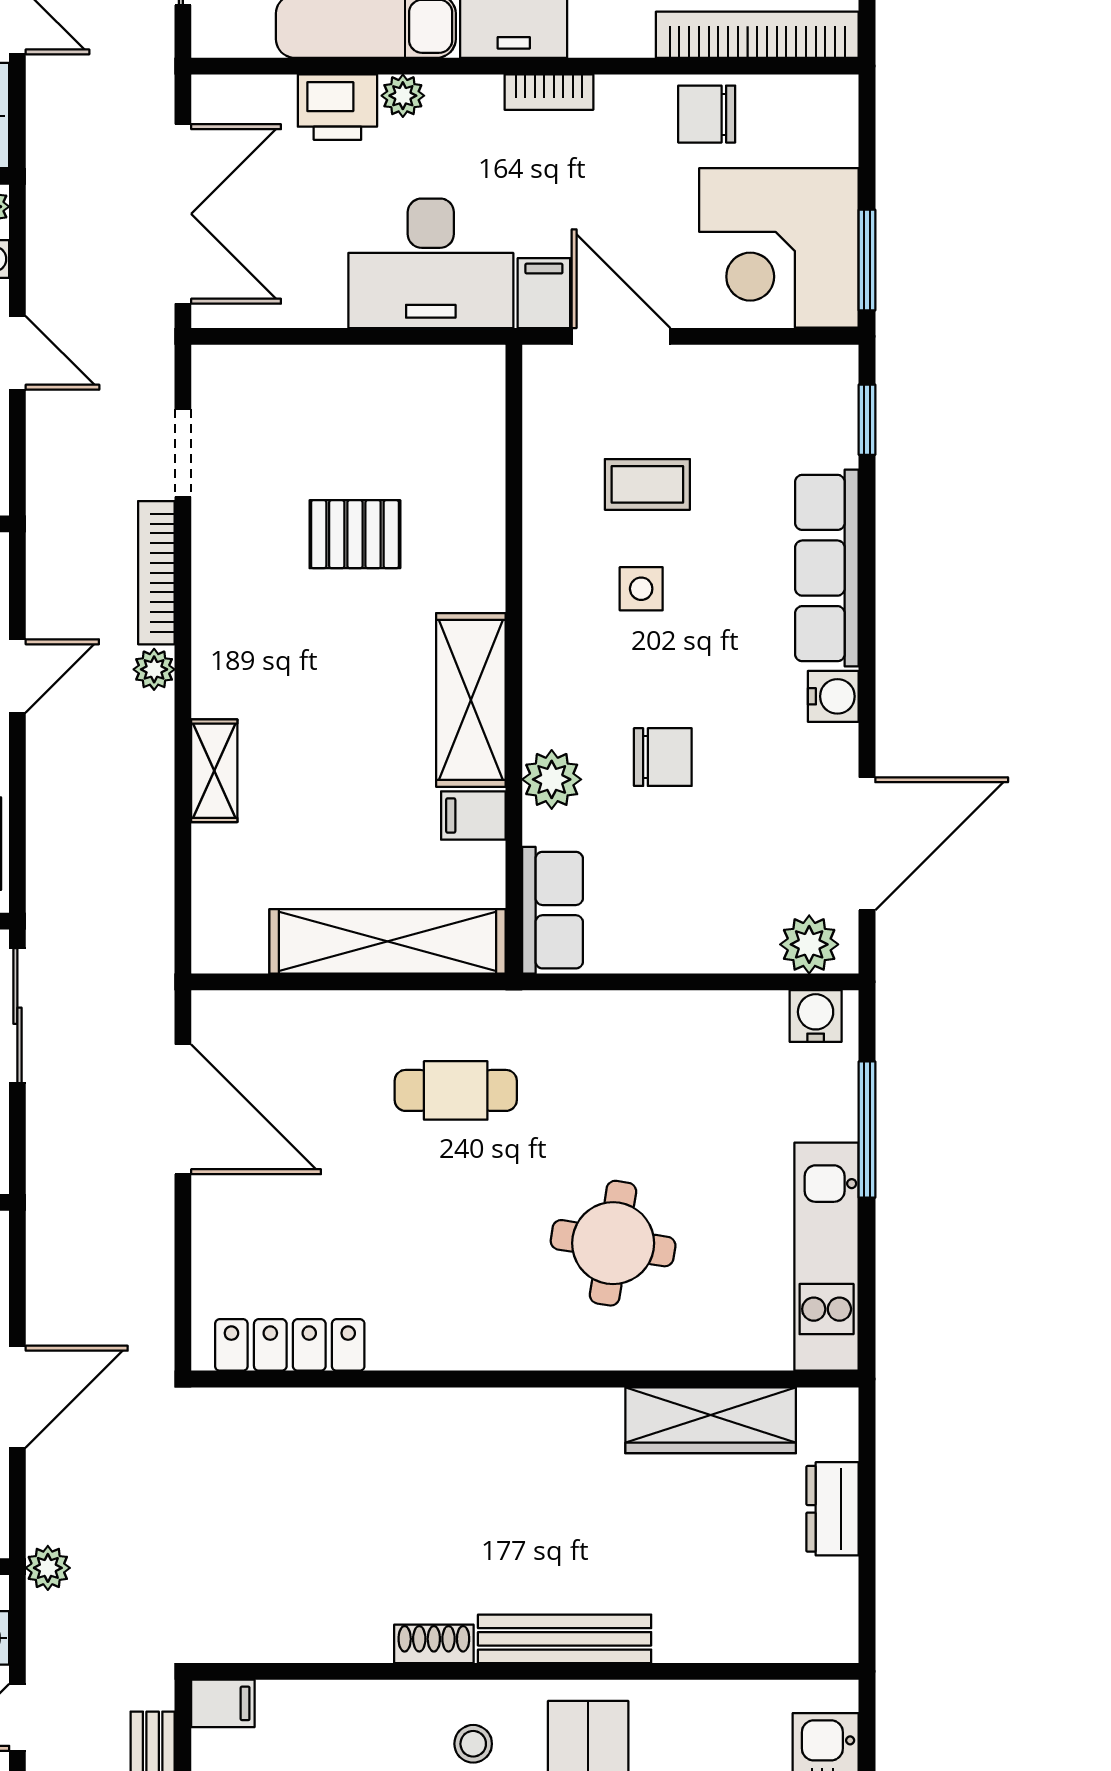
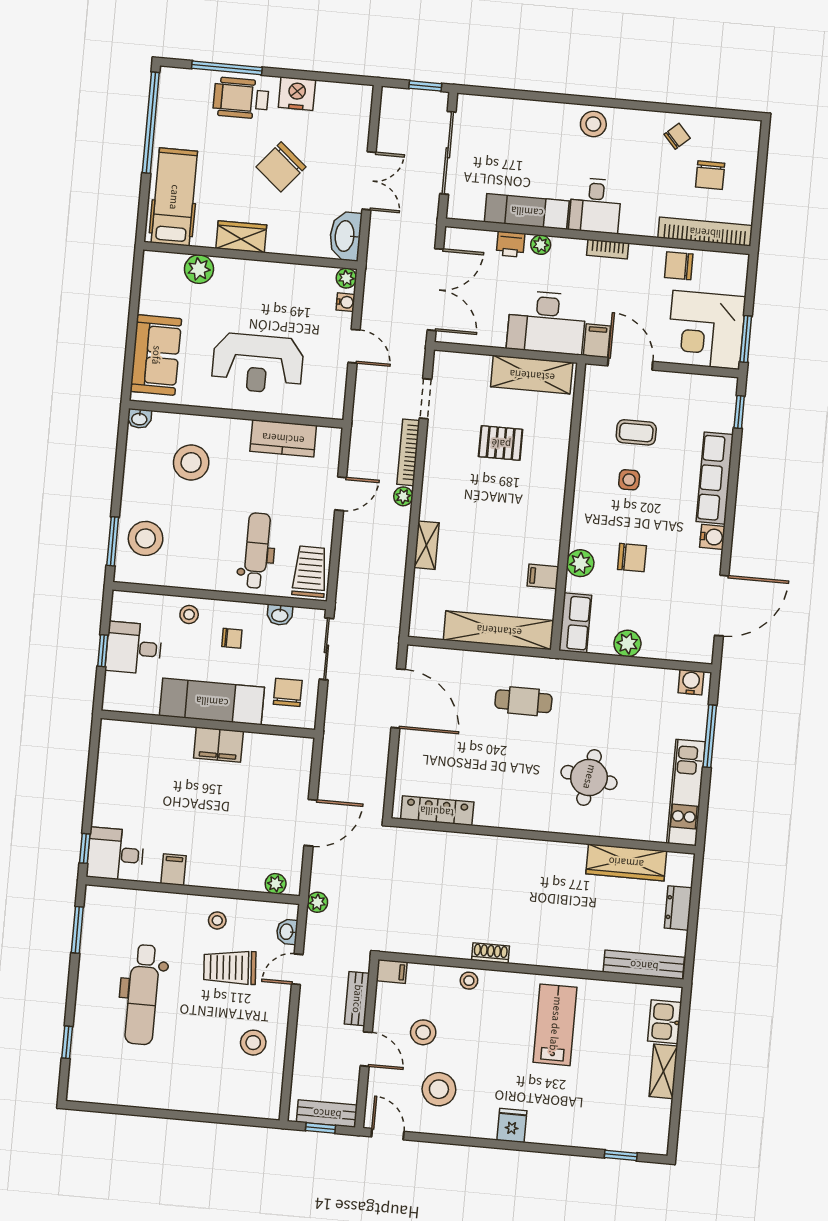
printer: (337, 107) -> (511, 244), width x0.73, depth x0.81
shelving: (471, 700) -> (532, 375), moved, turned 90
plant: (809, 944) -> (627, 643), moved
bench: (565, 1639) -> (644, 965), moved
stool: (473, 1744) -> (469, 981), moved

